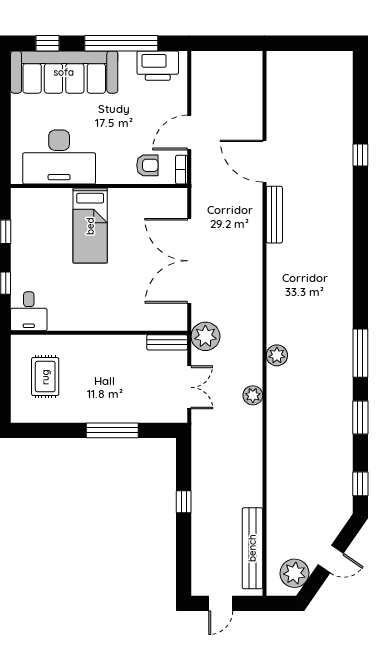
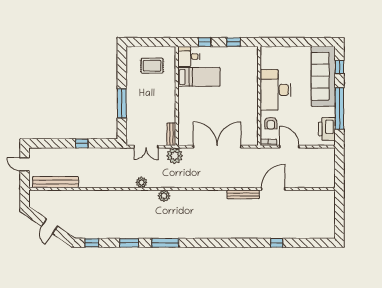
desk: (59, 157) -> (275, 90), moved
bed: (90, 226) -> (199, 77), moved, turned 180
plant: (294, 573) -> (42, 206), removed

